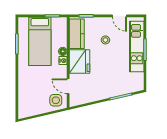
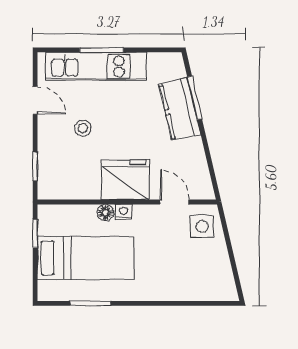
door: (119, 16) -> (35, 100), hinge flipped
kitchen counter: (77, 34) -> (180, 109), moved, turned -103
door: (68, 86) -> (174, 202), swing flipped

